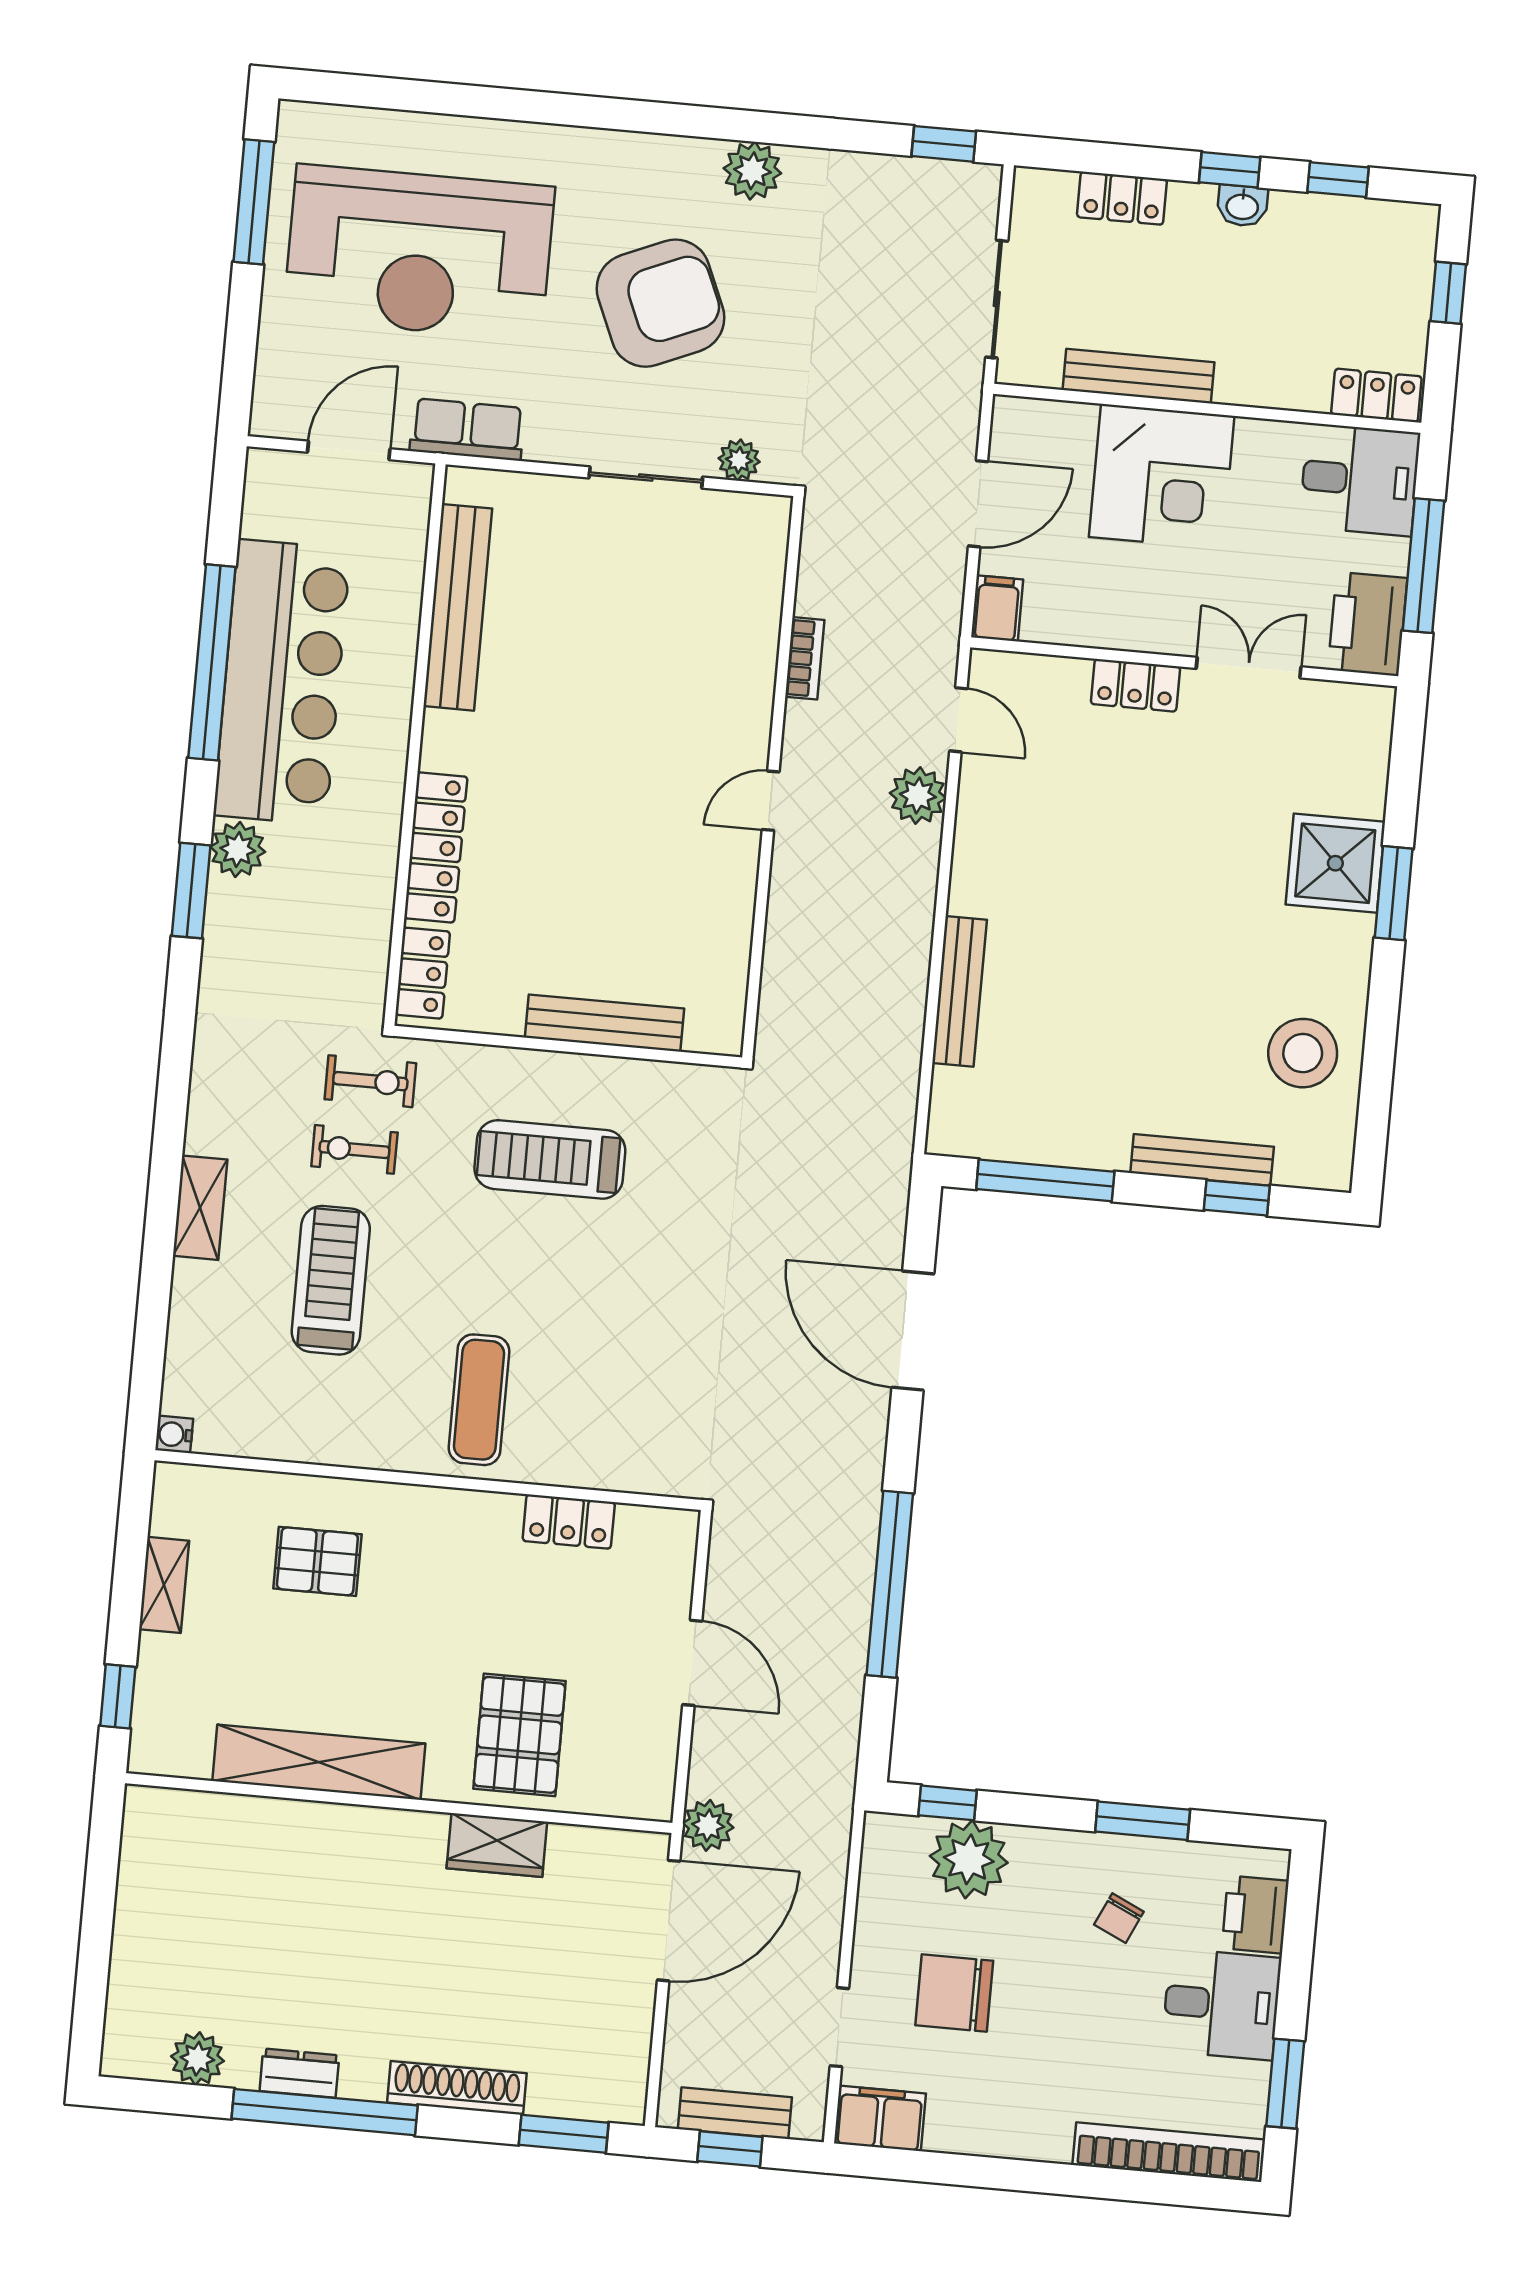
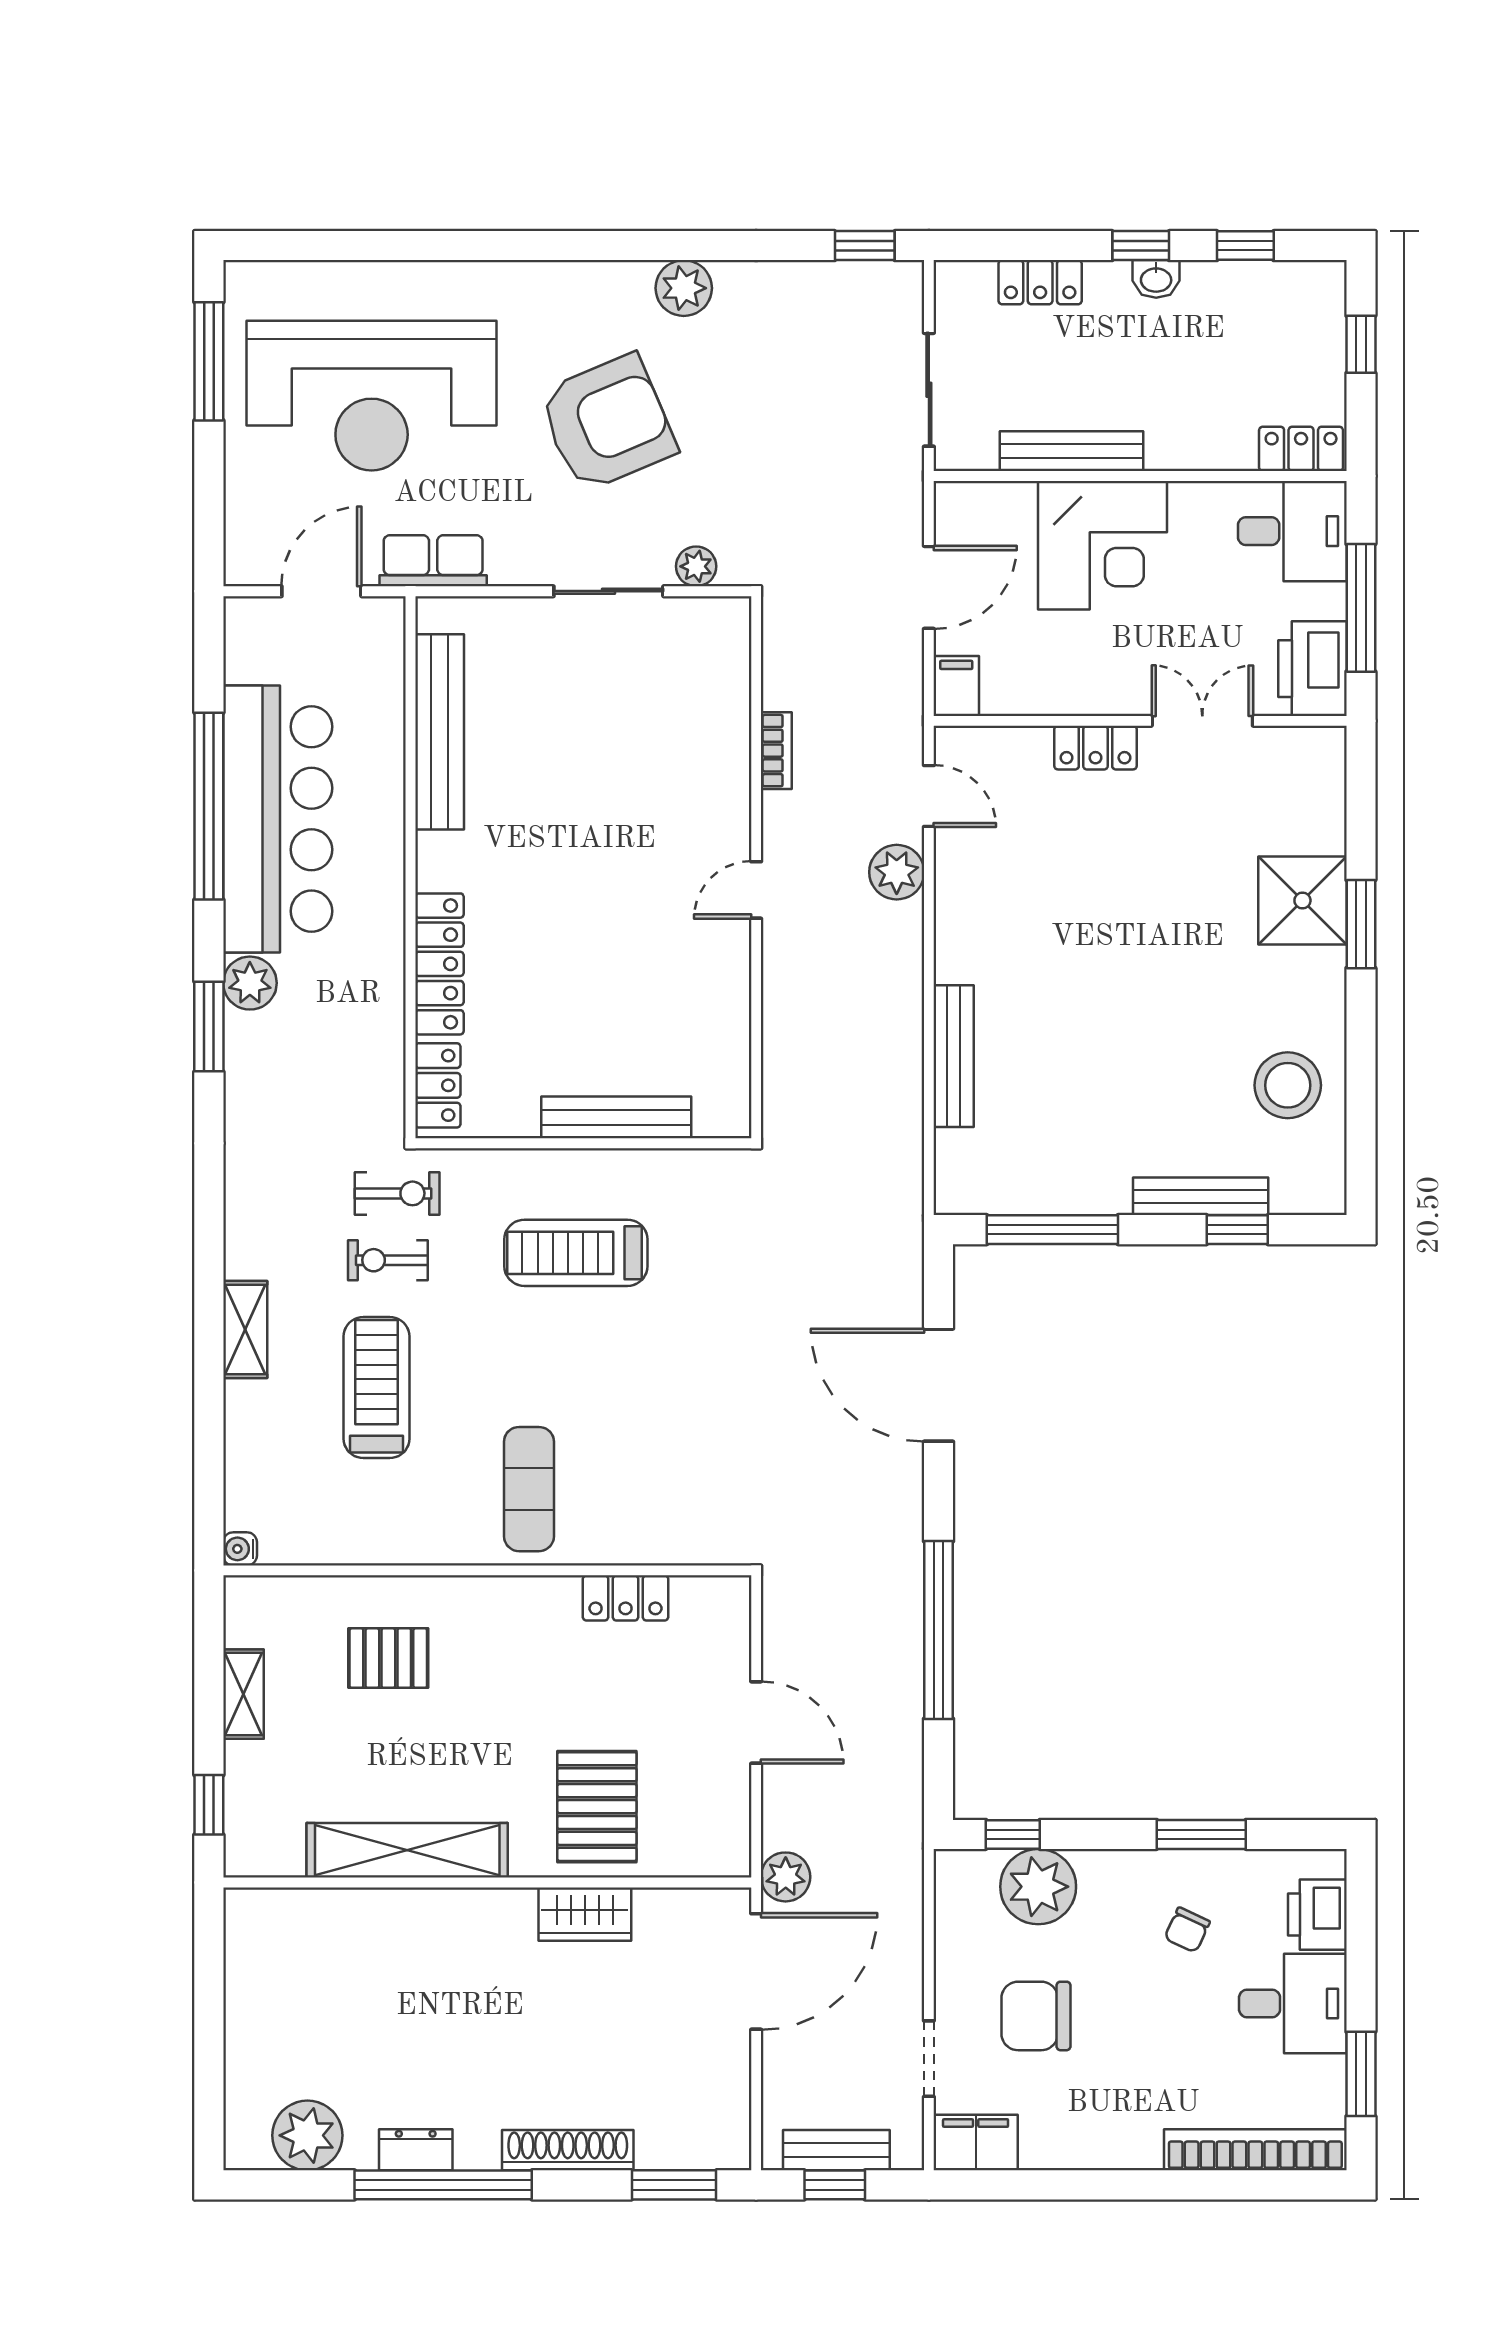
plant: (197, 2059) -> (307, 2135), width x1.36, depth x1.36

